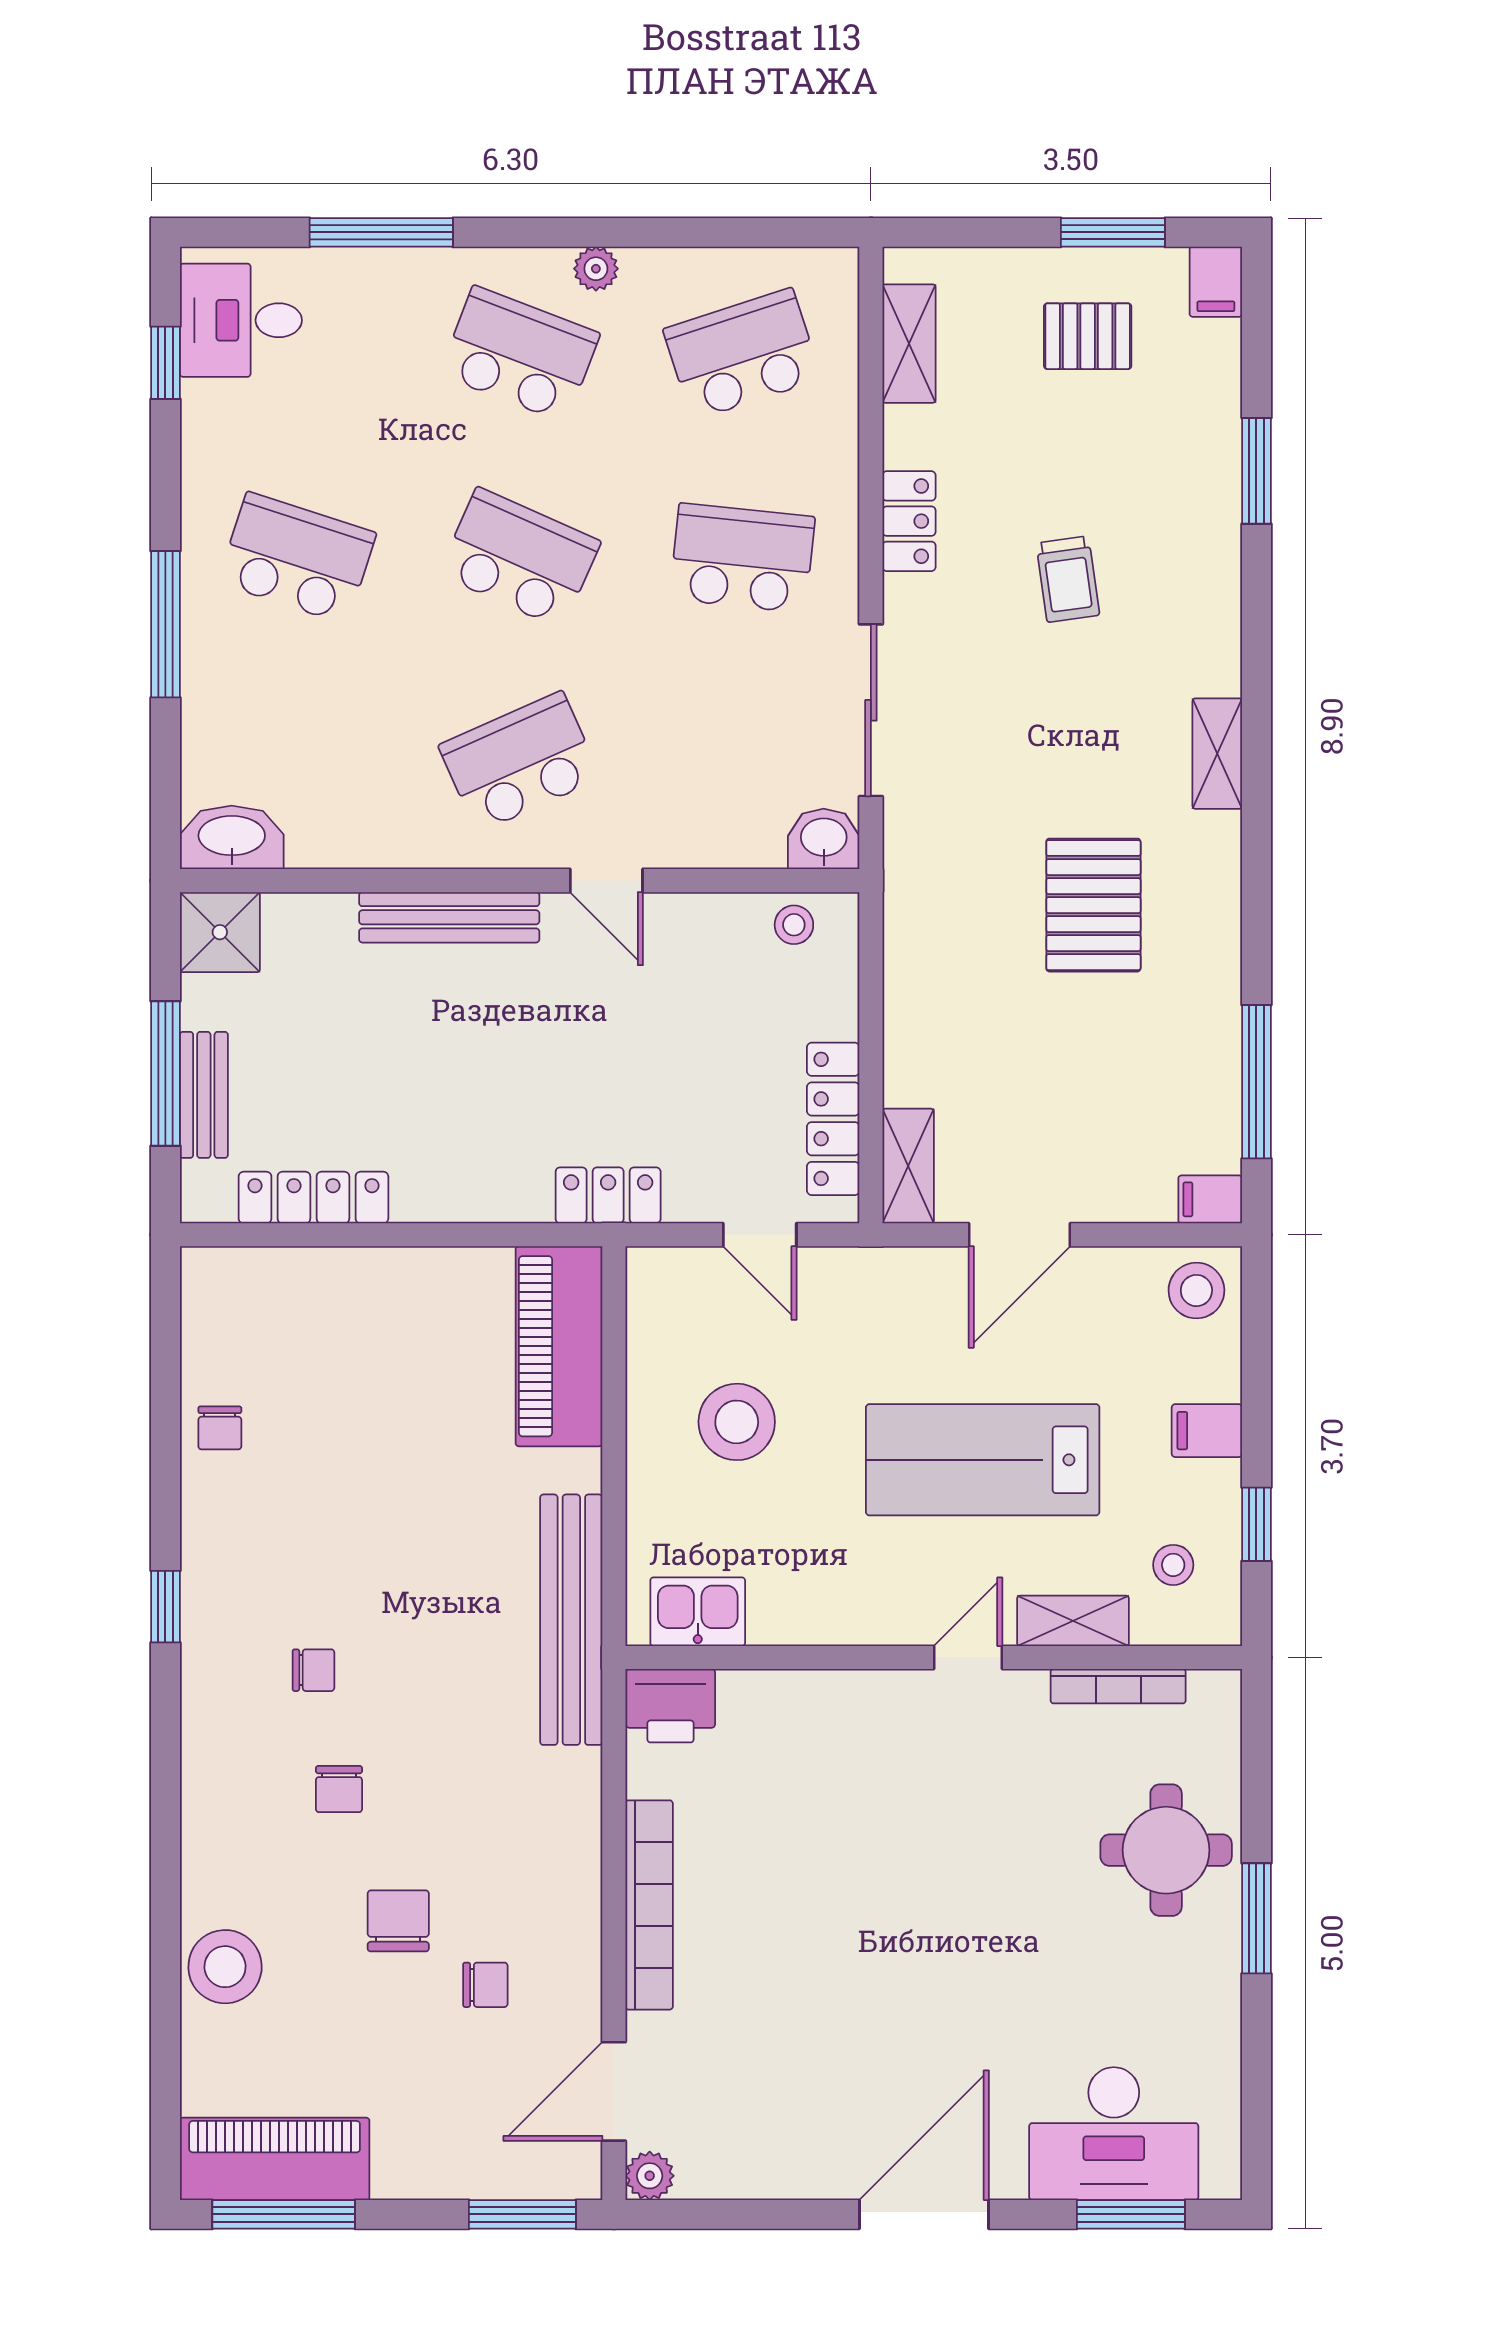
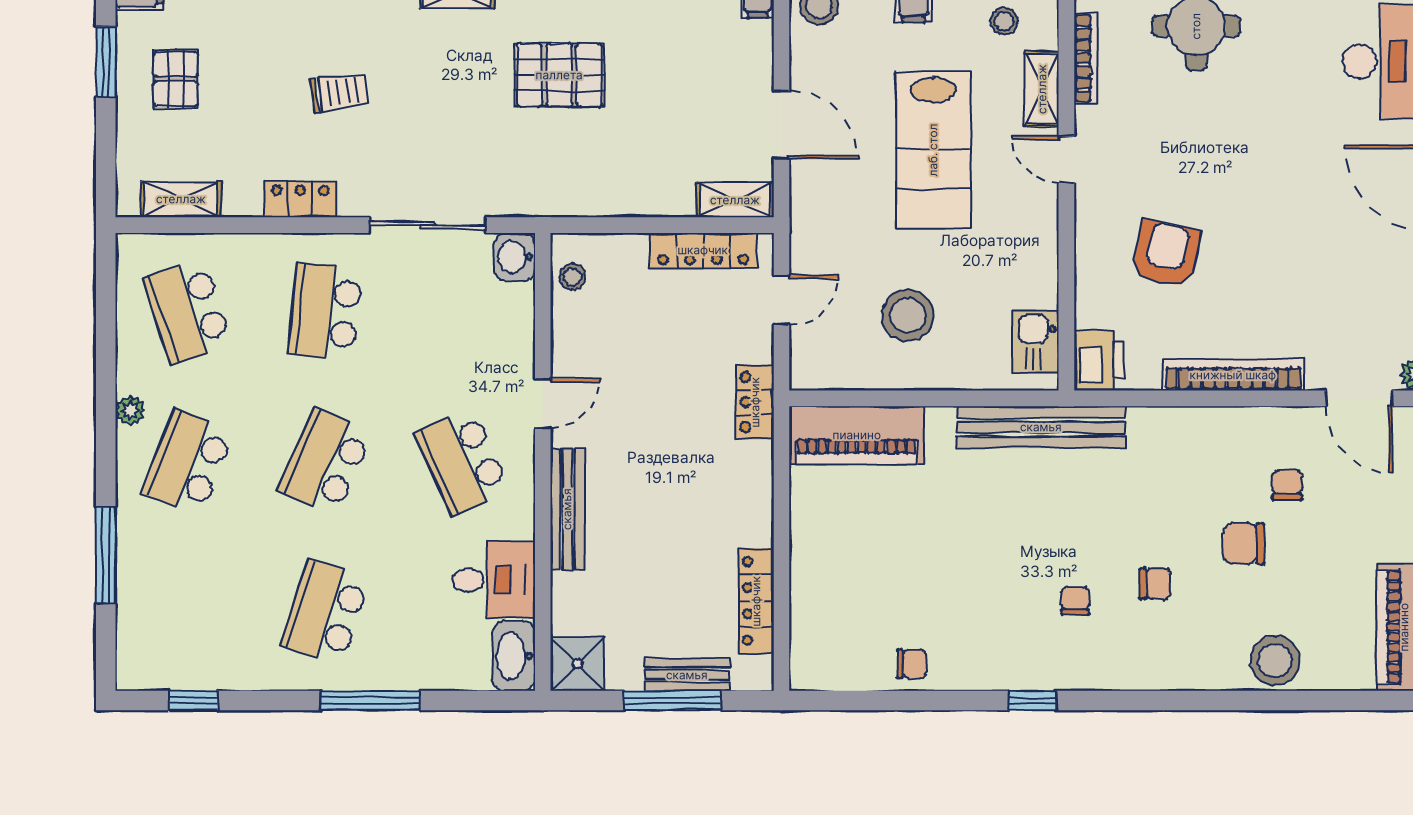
desk: (241, 320) -> (494, 580), moved, turned -90
armchair: (828, 1805) -> (1166, 254), added

